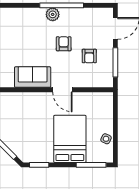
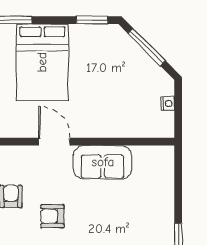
armchair: (64, 44) -> (52, 216), turned 90

